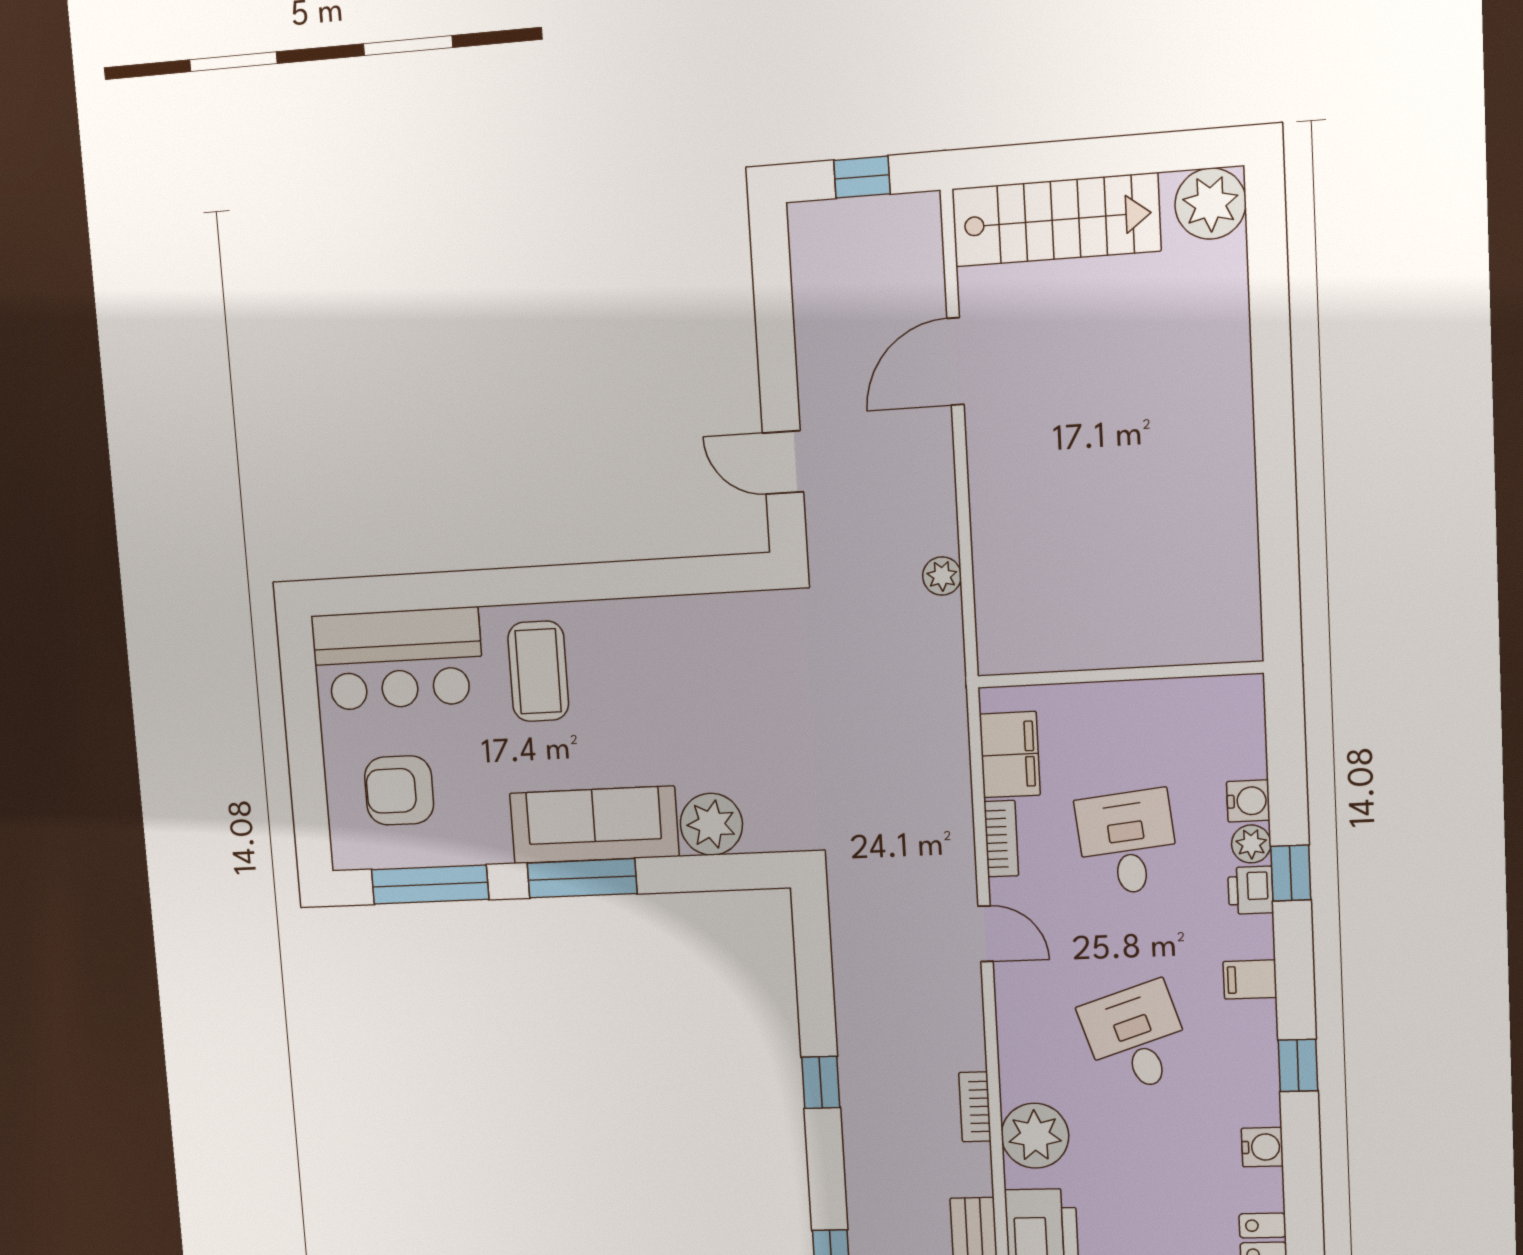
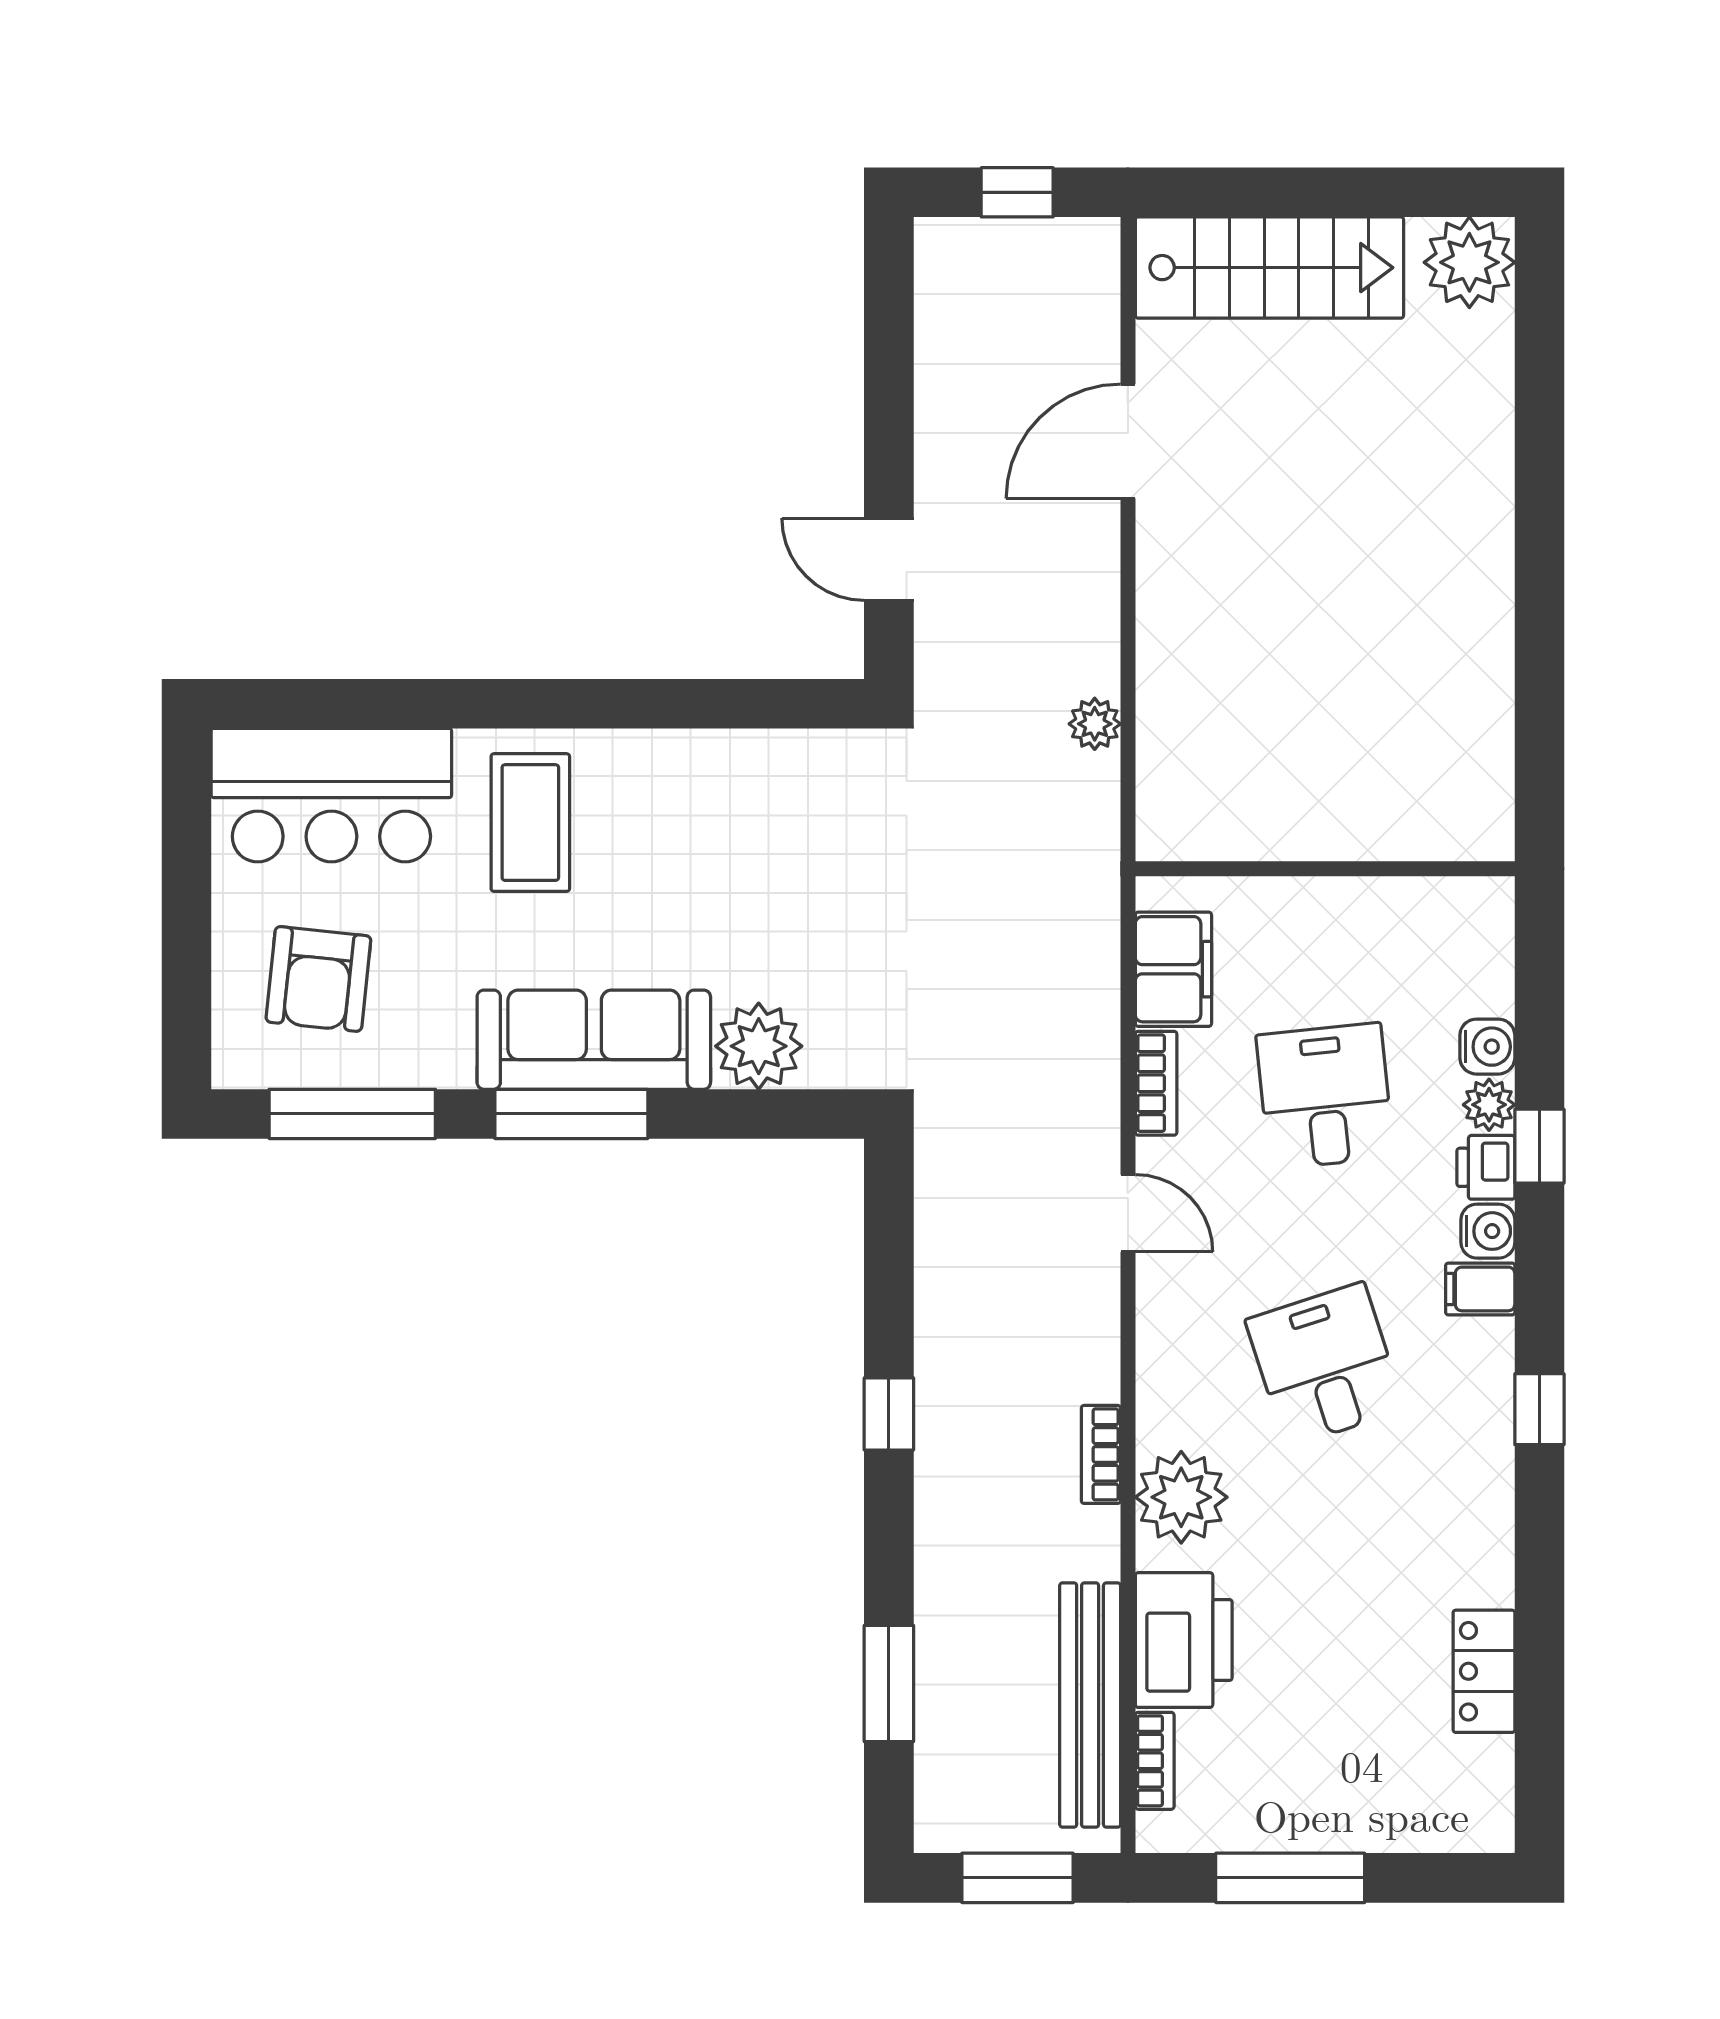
armchair: (399, 790) -> (318, 979), turned -84
water cooler: (1262, 1147) -> (1488, 1231), moved

